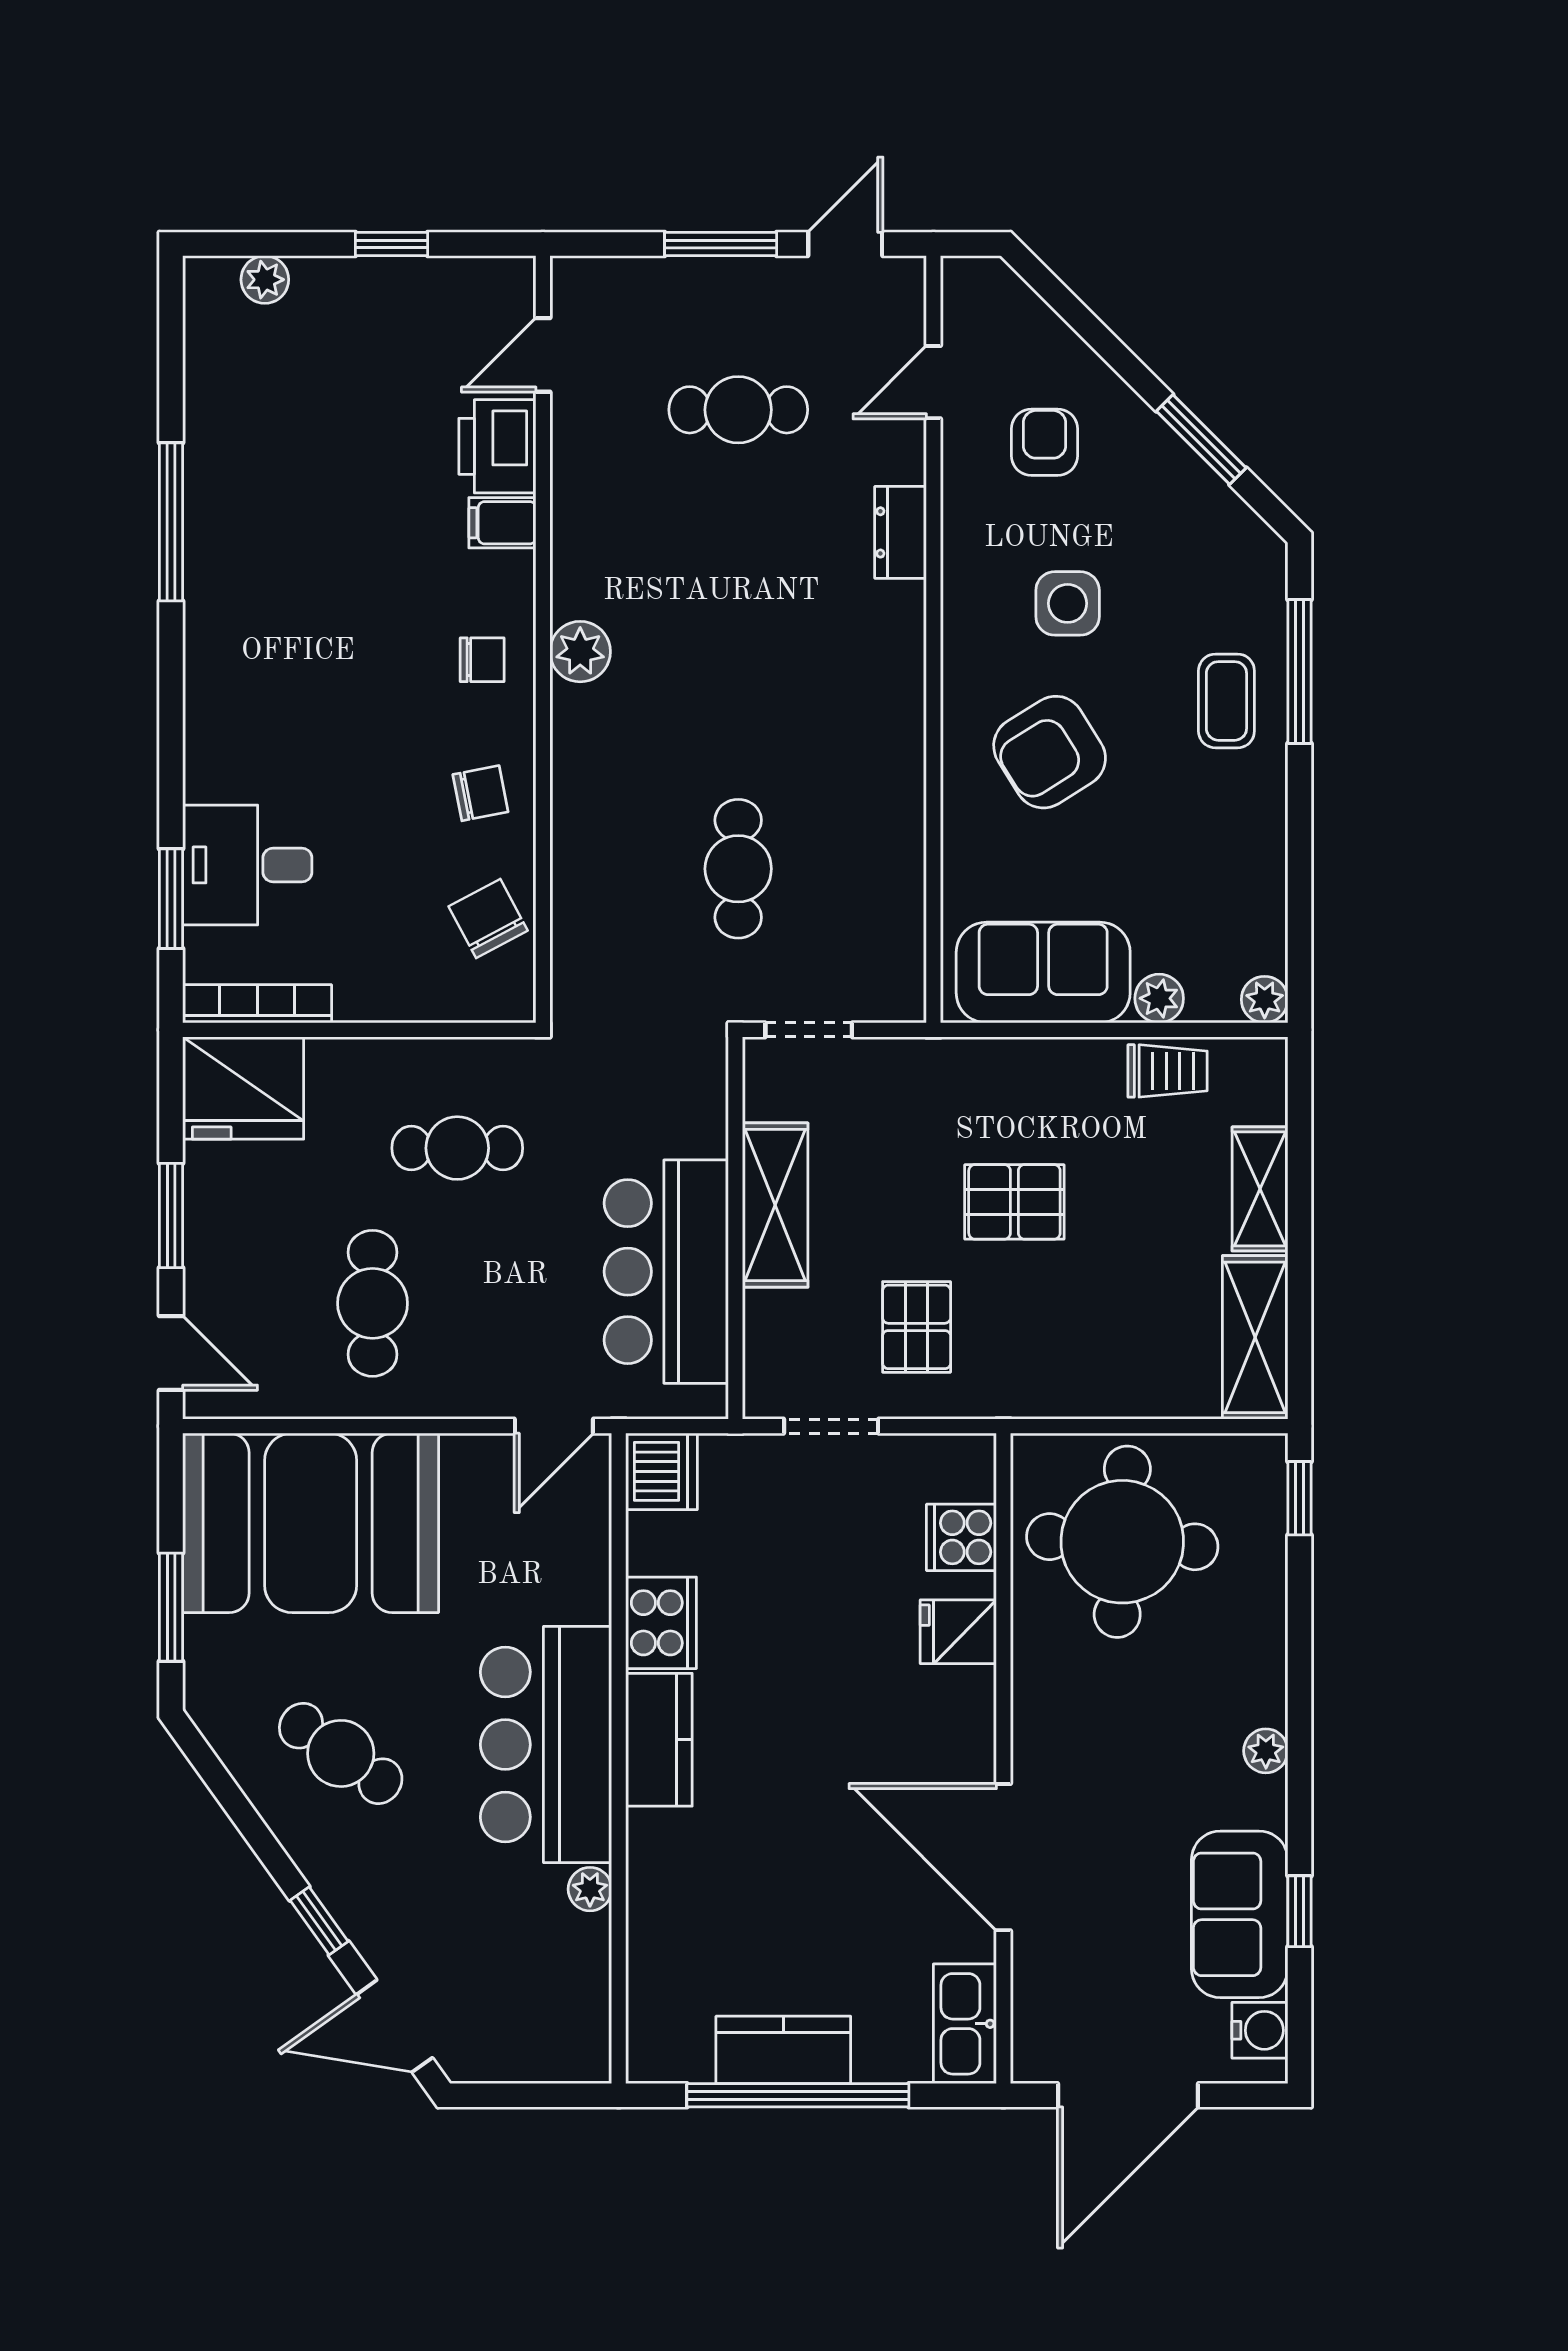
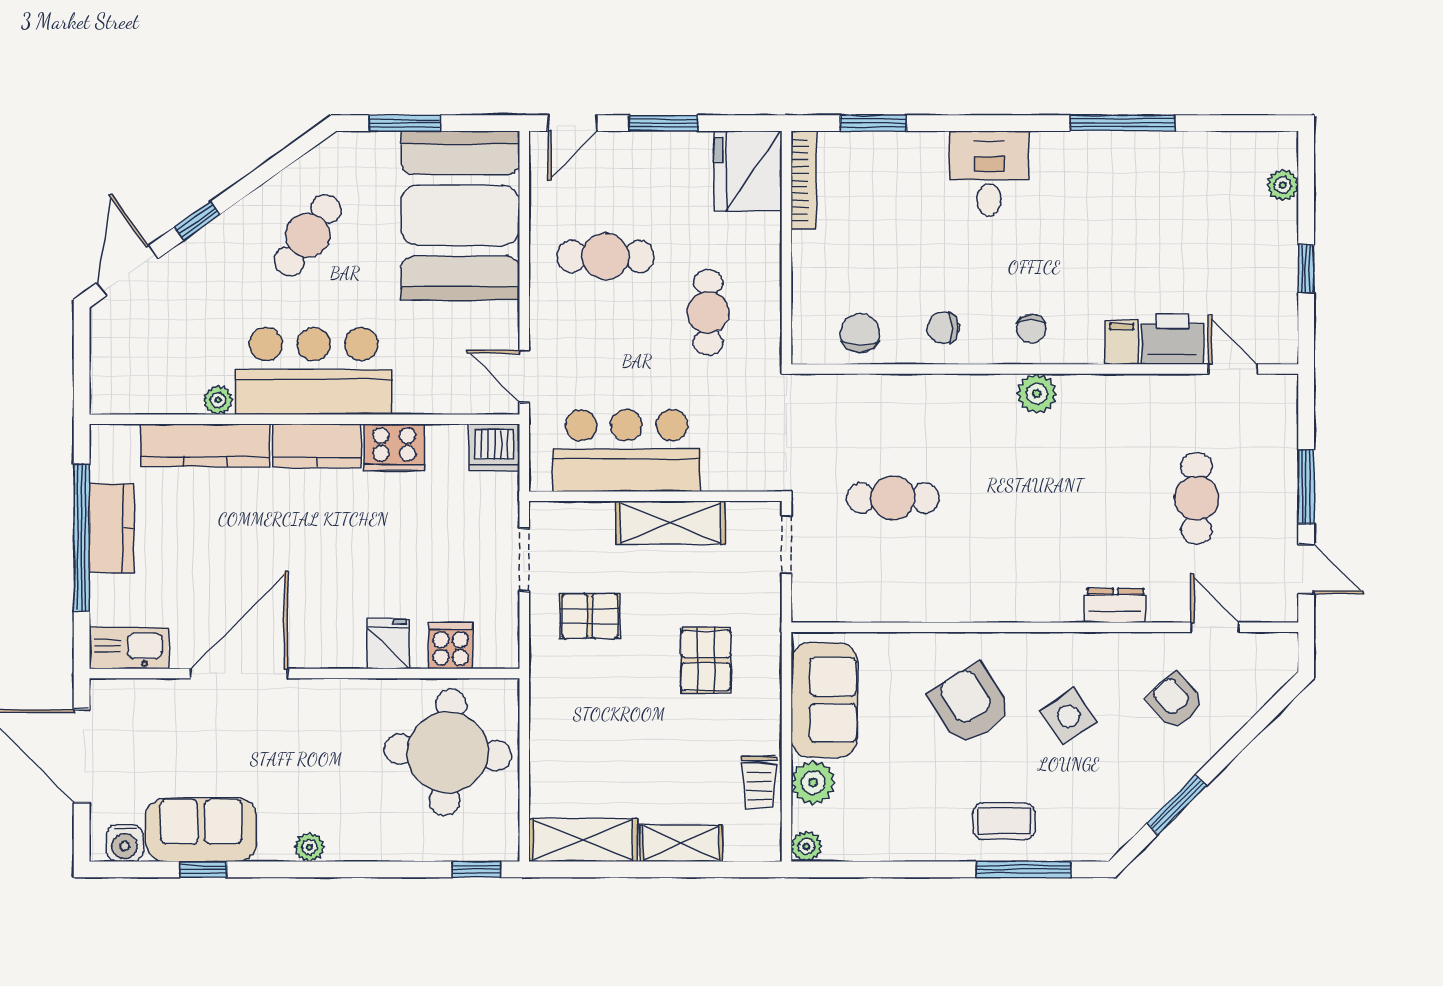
armchair: (1044, 442) -> (1175, 701), turned -132
side table: (1068, 603) -> (1068, 716), turned -35
chair: (480, 793) -> (943, 328), turned 101
desk: (247, 865) -> (989, 174), moved
chair: (488, 918) -> (860, 333), turned -62
plant: (1159, 998) -> (813, 783), width x1.38, depth x1.38
pallet: (1014, 1202) -> (706, 660), moved
kitchen counter: (658, 1909) -> (205, 445), added

